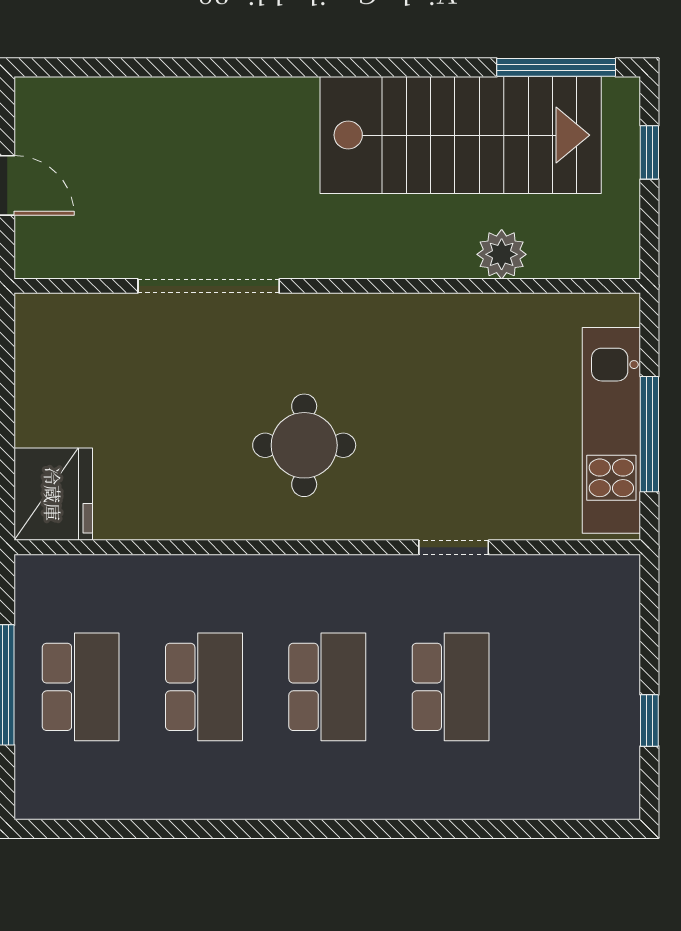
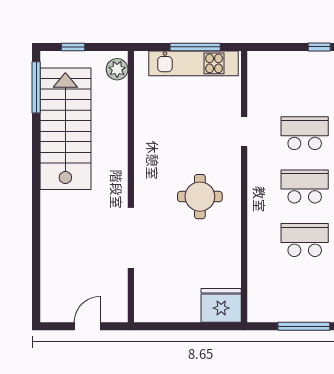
plant: (502, 254) -> (117, 69), moved
school desk: (81, 687) -> (305, 293), removed

